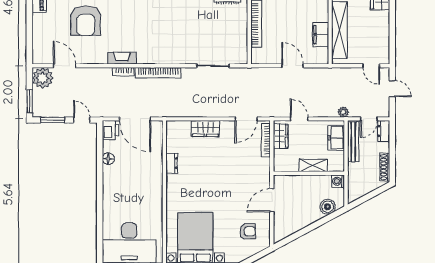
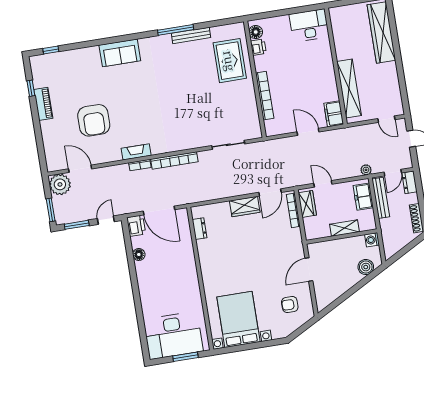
filing cabinet: (321, 35) -> (334, 114), moved
door: (82, 120) -> (106, 220), hinge flipped
wardrobe: (205, 129) -> (245, 206), moved
dresser: (172, 163) -> (200, 229), moved
armchair: (248, 231) -> (290, 305), turned 180

